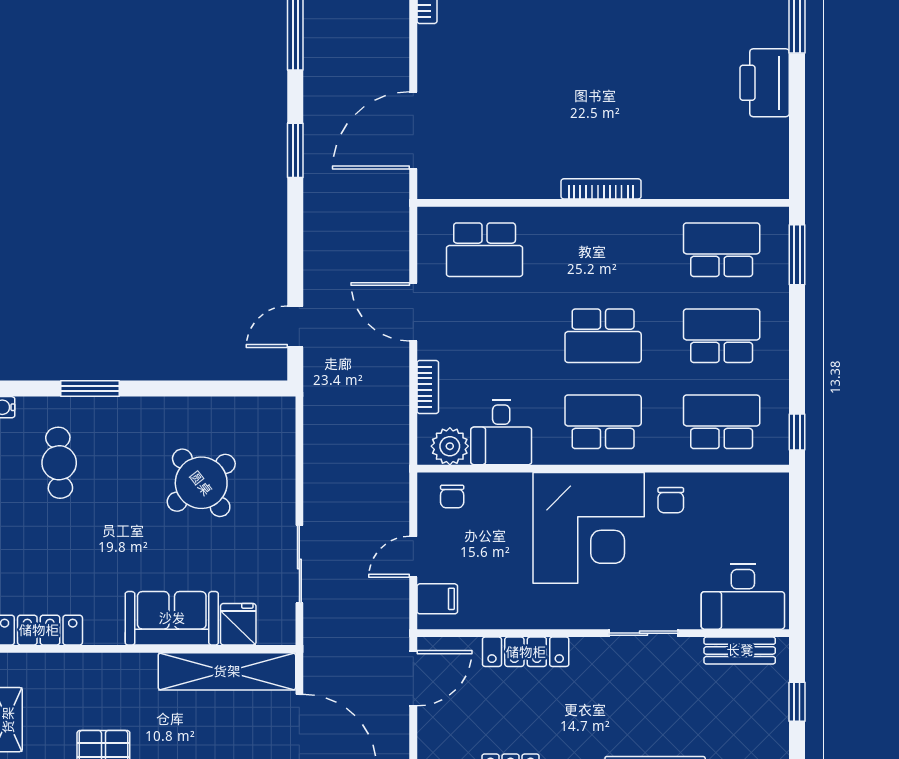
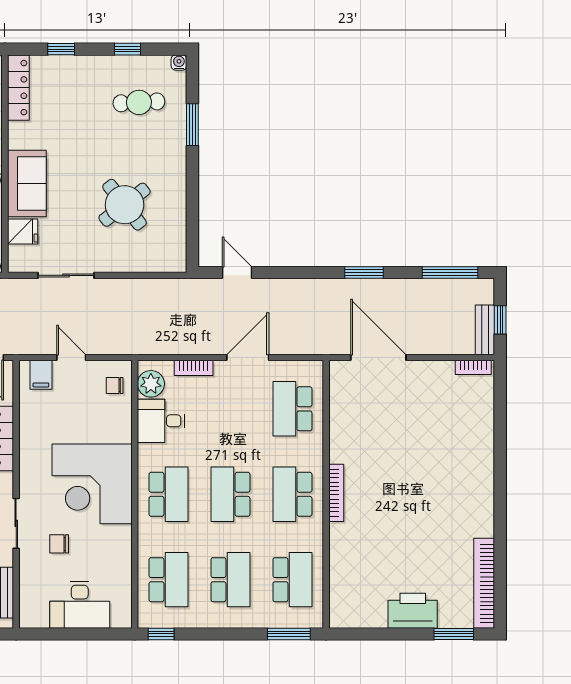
school desk: (603, 250) -> (292, 494), added
chair: (671, 500) -> (59, 544), moved
desk: (743, 597) -> (80, 605), moved, turned -90

